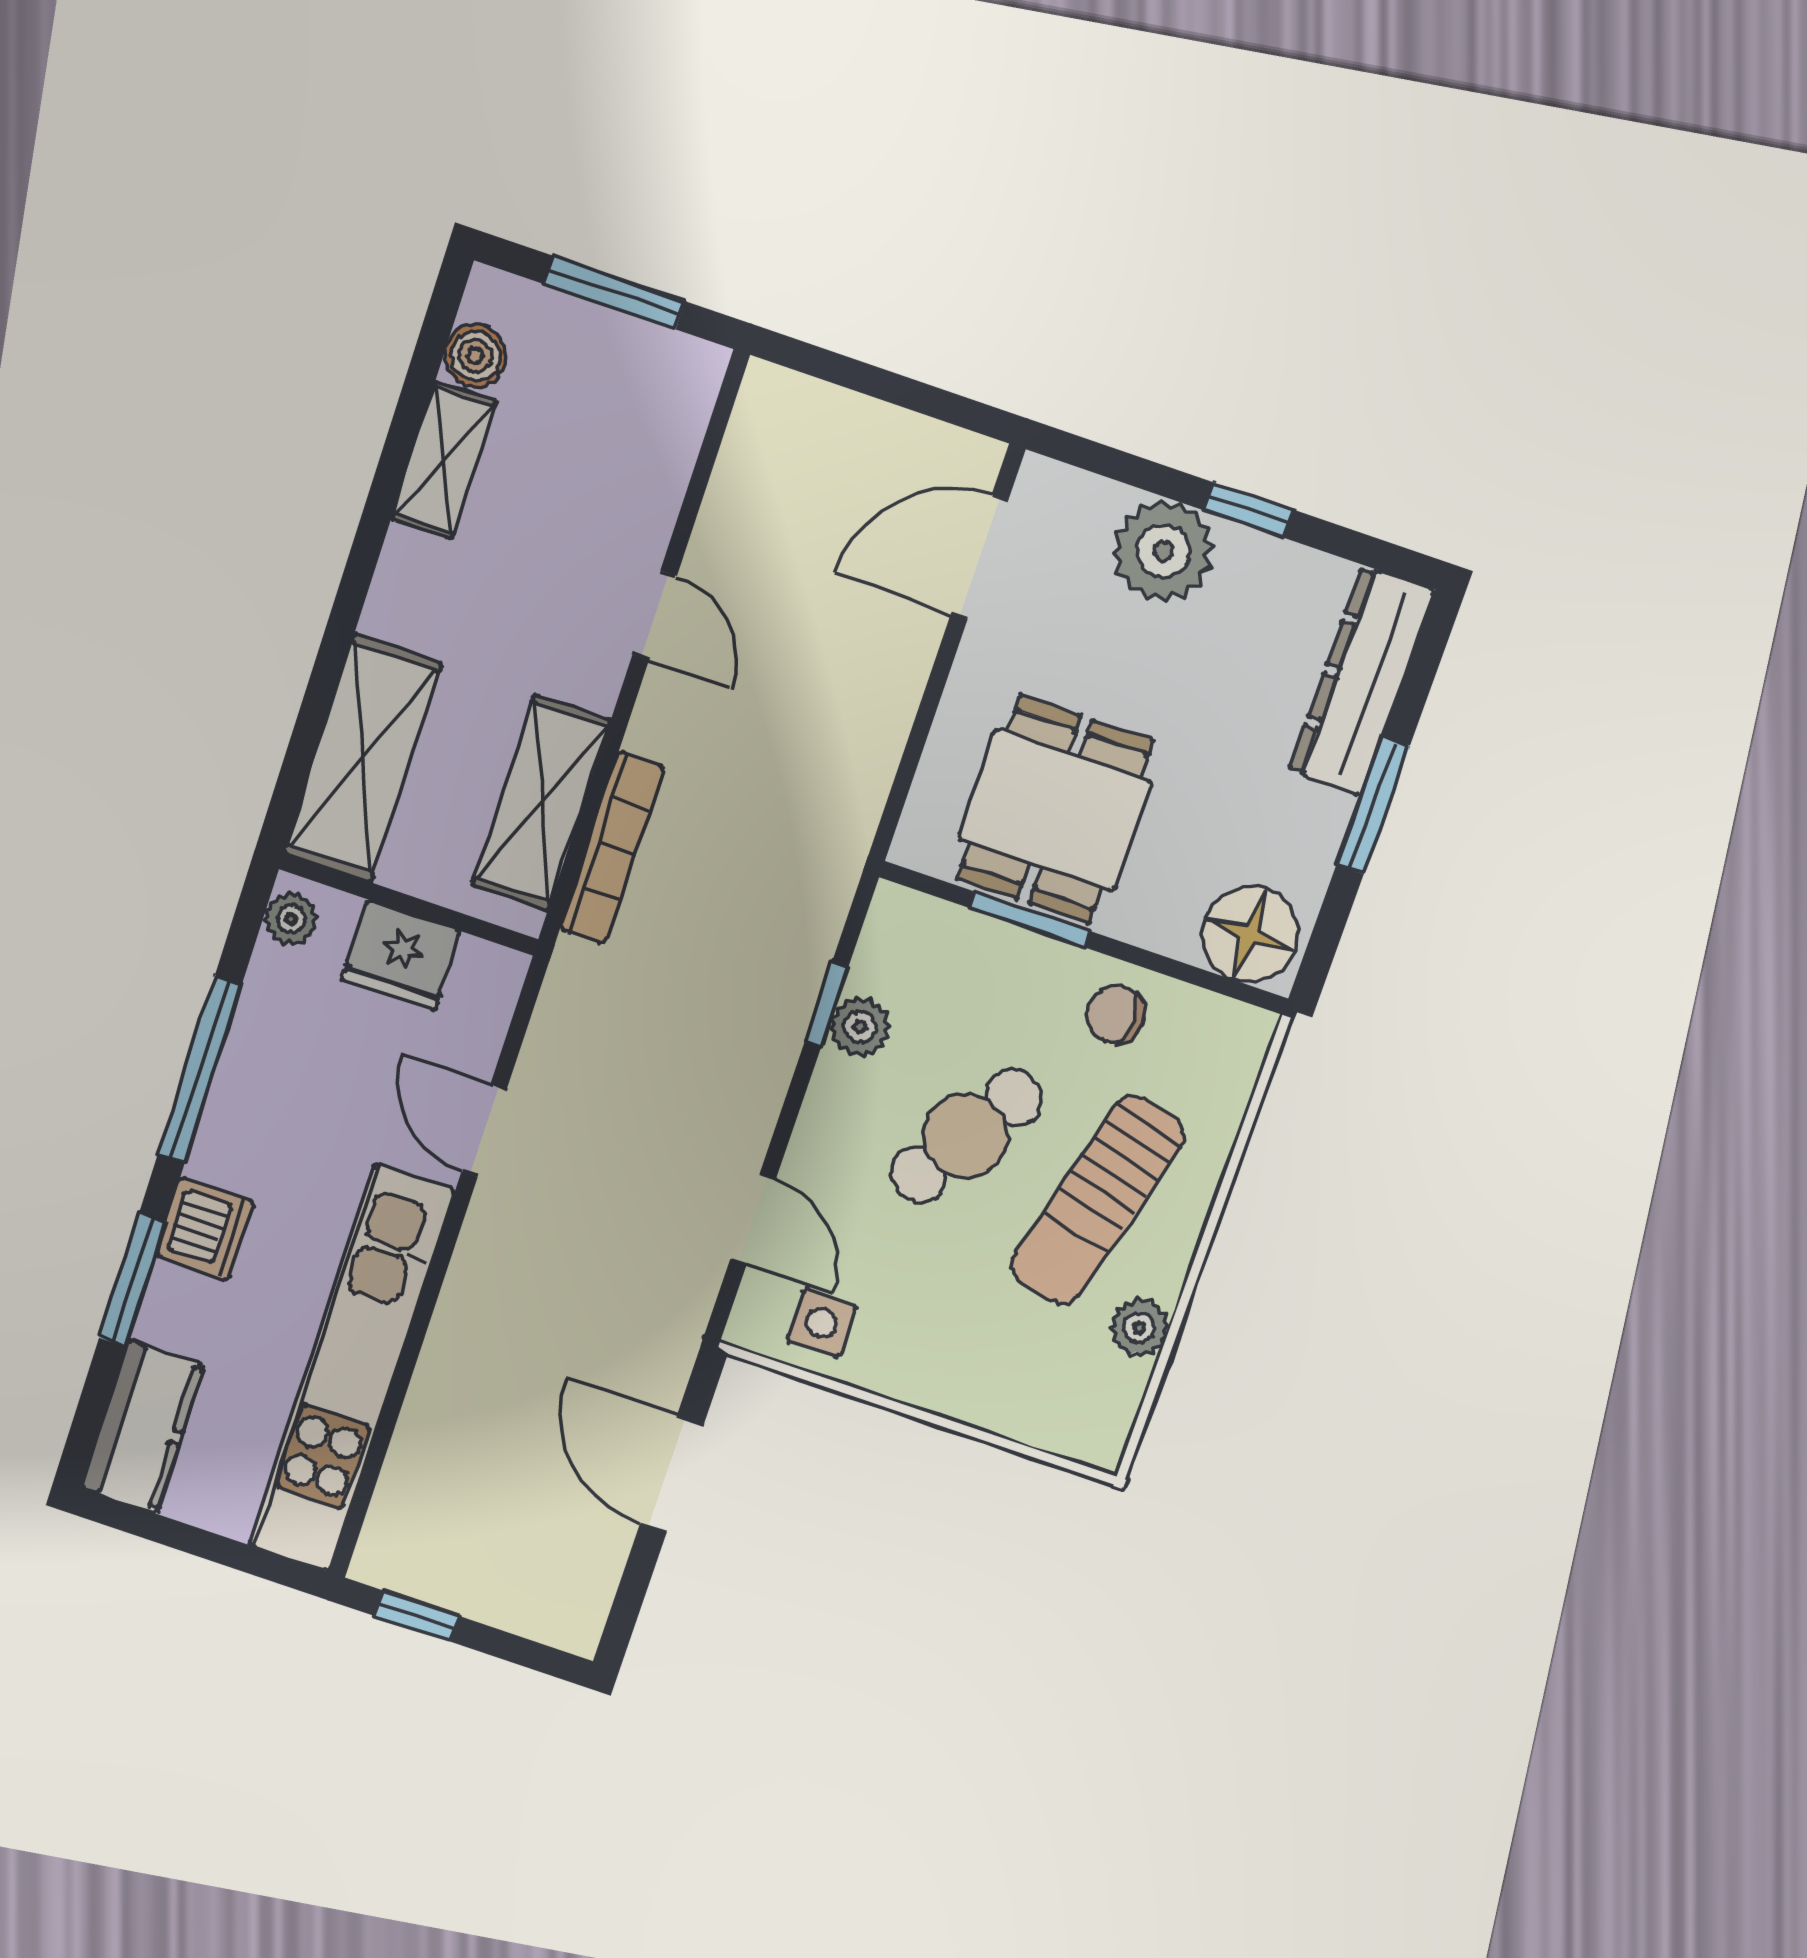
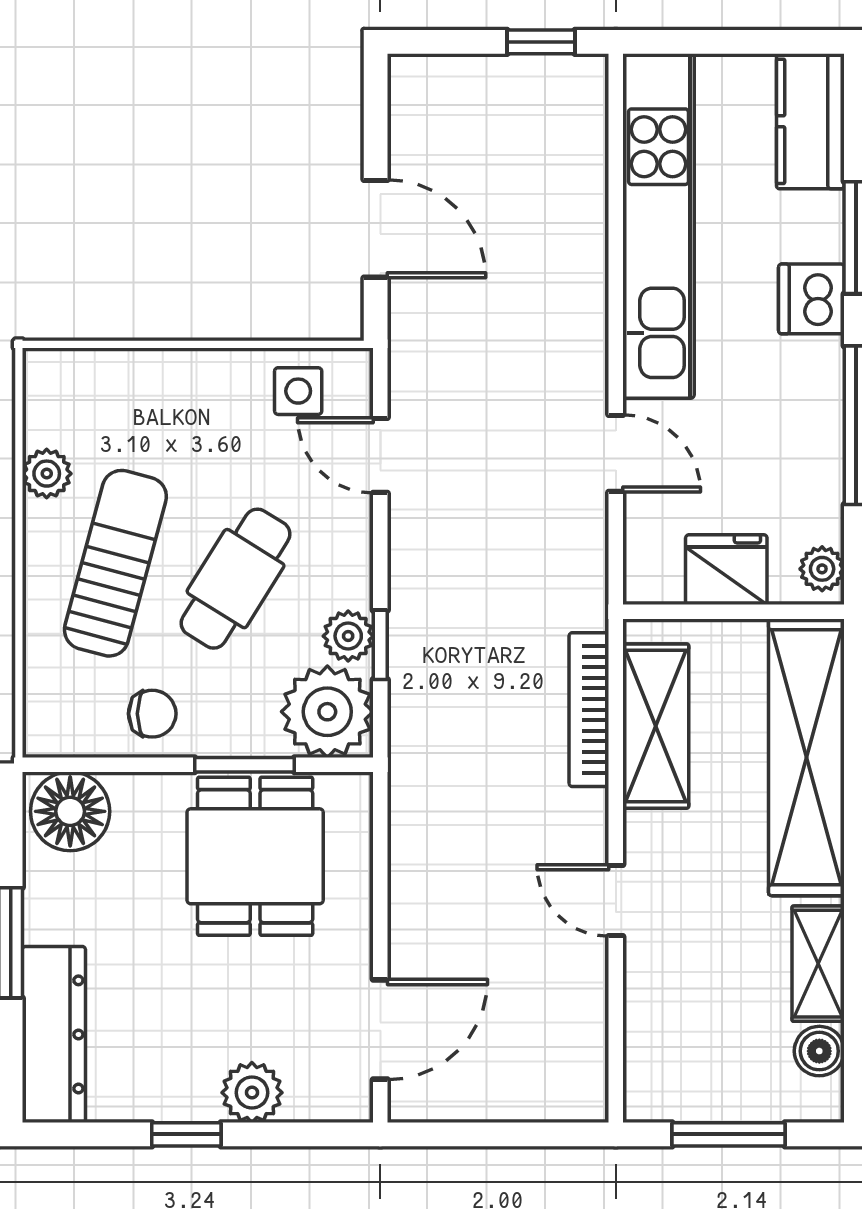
plant: (1163, 551) -> (252, 1093), width x0.73, depth x0.73
shelving: (363, 759) -> (806, 757), width x1.47
plant: (914, 948) -> (327, 712), added

